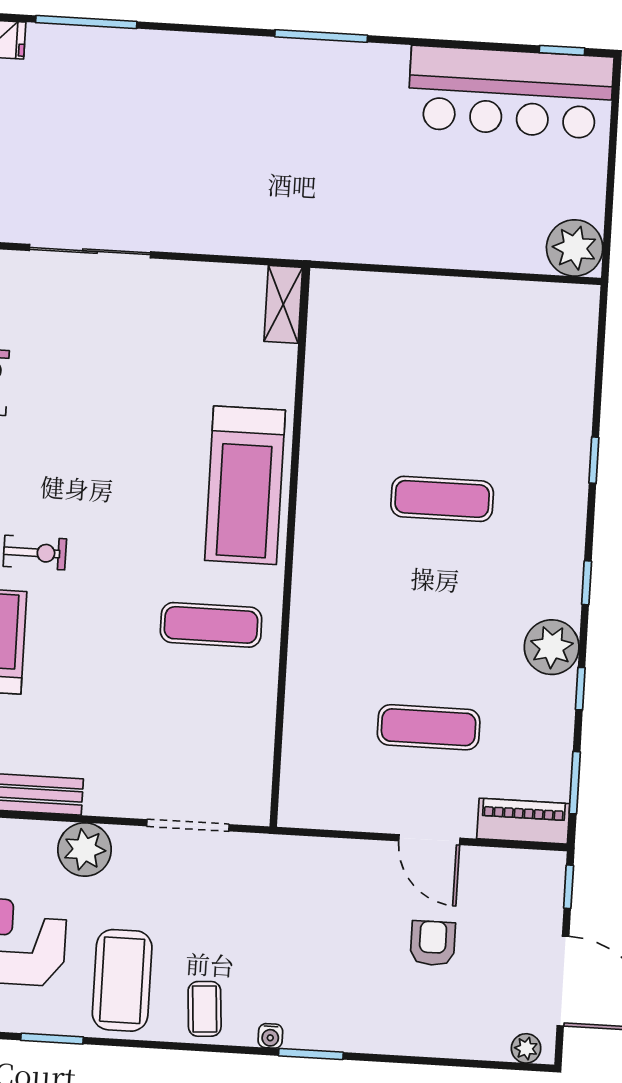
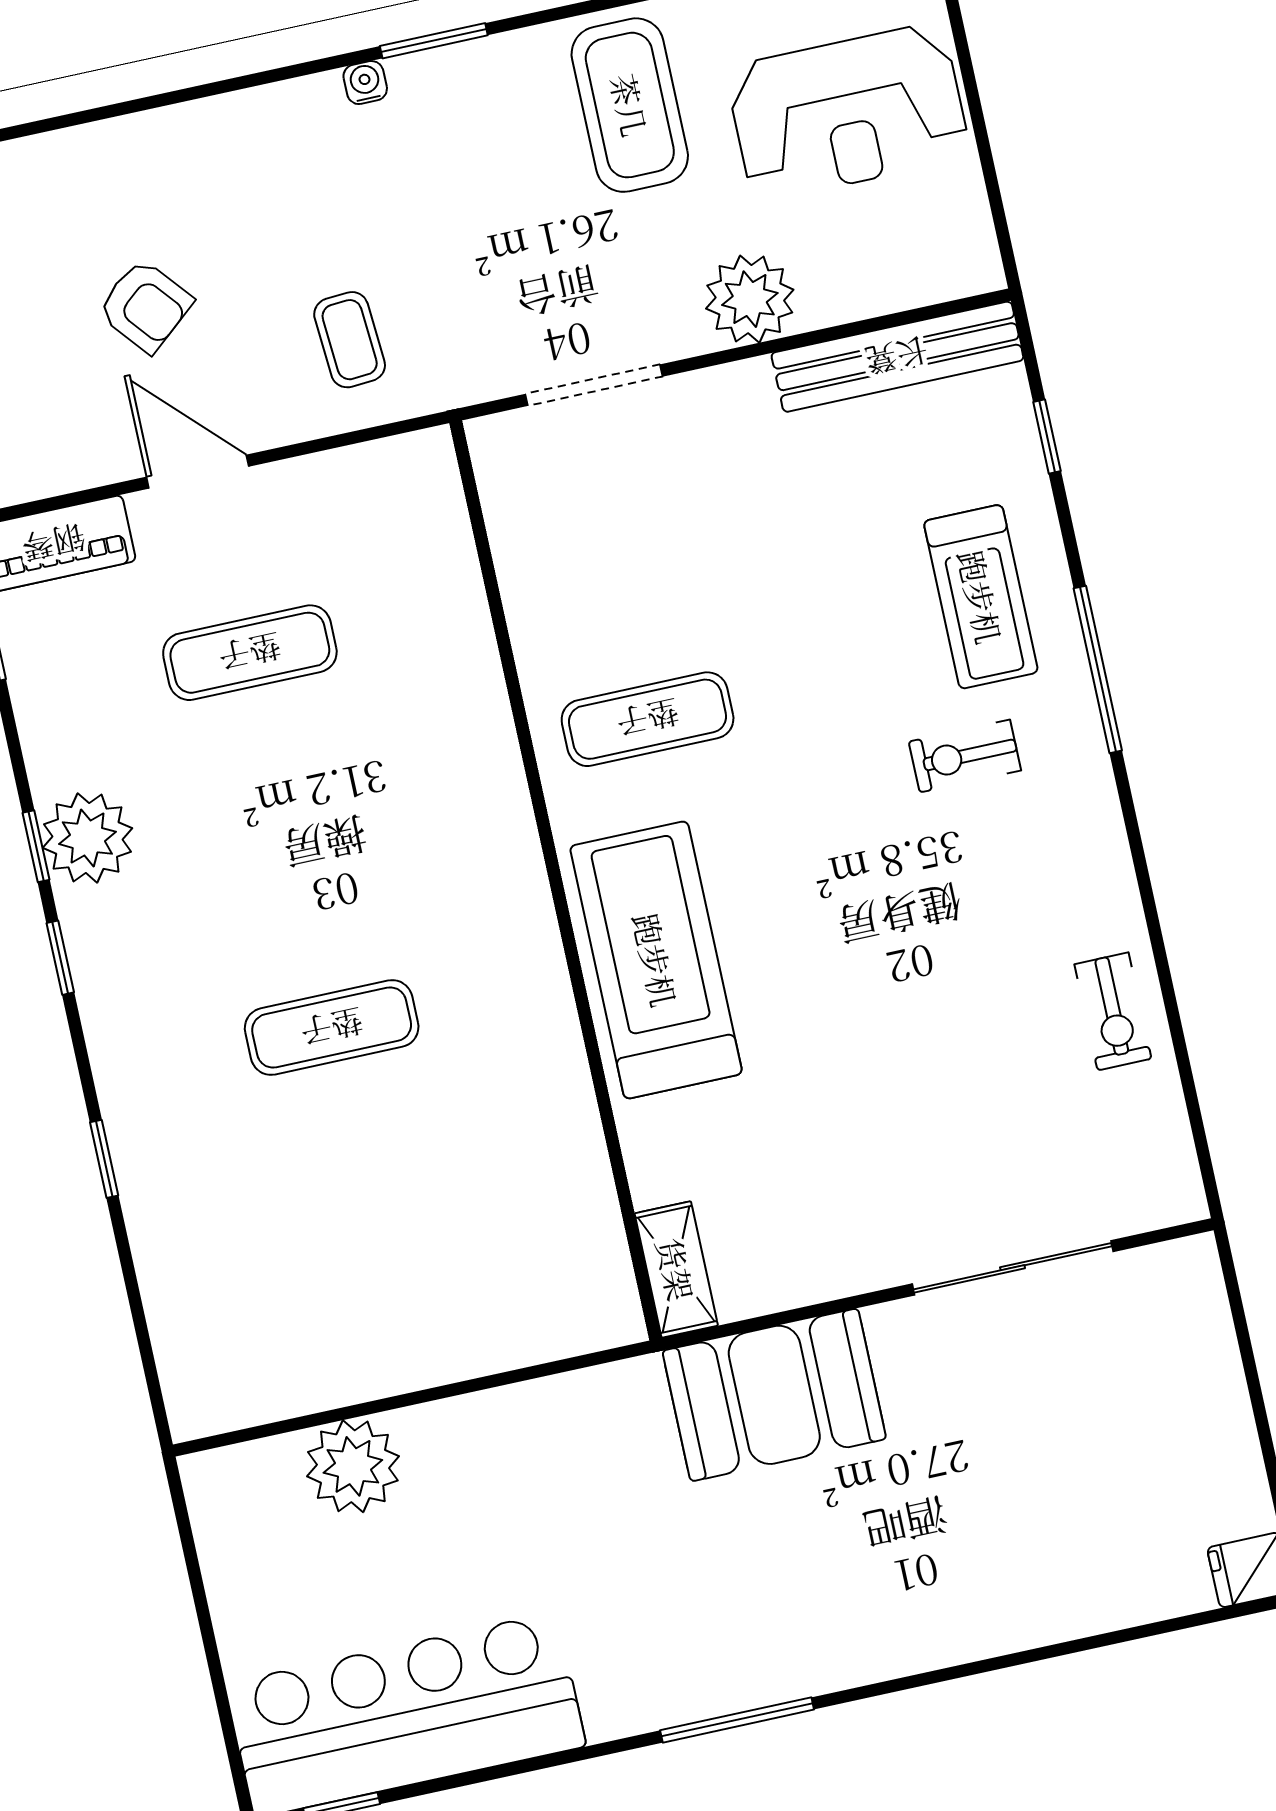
window: (86, 22) -> (1123, 1636), removed
booth: (247, 217) -> (774, 1395), added
plant: (575, 248) -> (353, 1466), moved
window: (580, 689) -> (36, 846), moved
armchair: (433, 943) -> (145, 306), turned -40
coffee table: (205, 1009) -> (350, 340), moved
window: (311, 1054) -> (434, 41), moved

